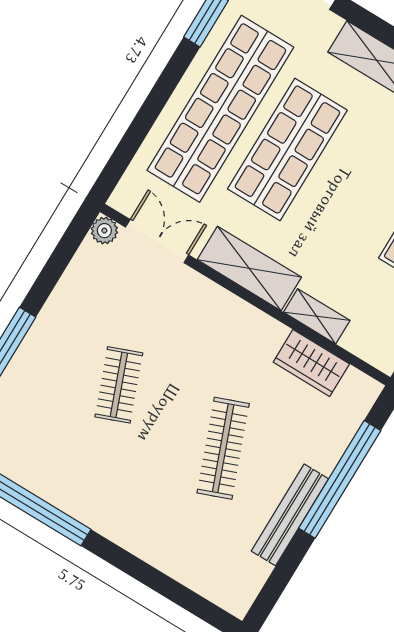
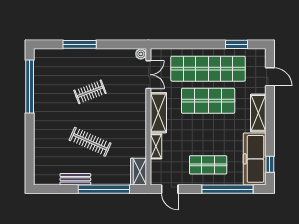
wardrobe: (311, 363) -> (139, 172), moved
clothes rail: (223, 448) -> (90, 142), turned 45
bench: (290, 515) -> (75, 179), width x0.73

